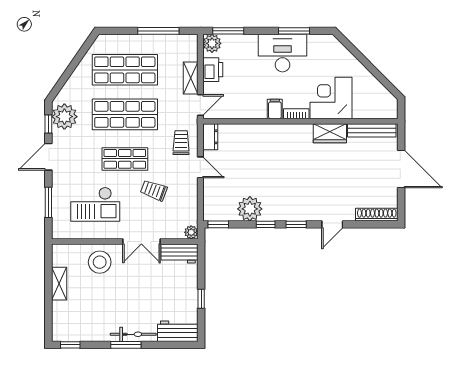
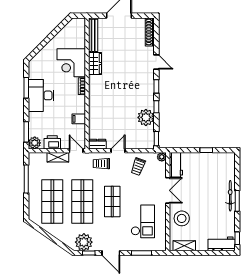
filing cabinet: (275, 109) -> (79, 119), moved
trolley: (154, 190) -> (138, 166), moved
shelving: (59, 284) -> (184, 246), moved
workbench: (178, 331) -> (222, 244), moved, turned 90

